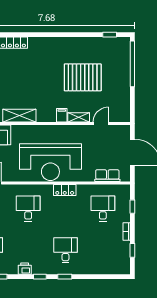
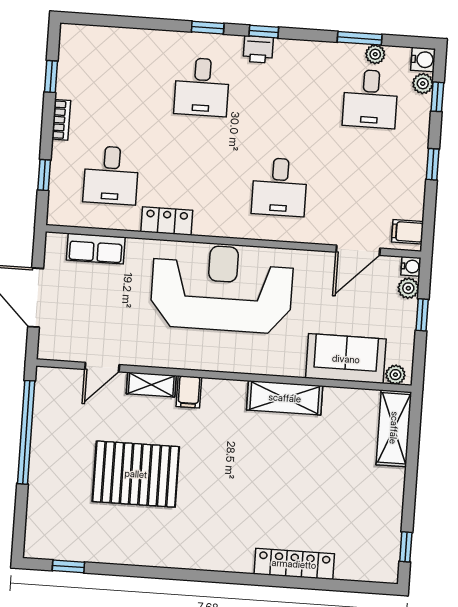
window: (132, 64) -> (26, 432), moved
locker: (65, 190) -> (167, 221), moved
printer: (25, 269) -> (258, 49), moved

